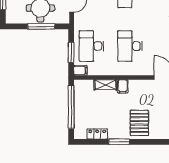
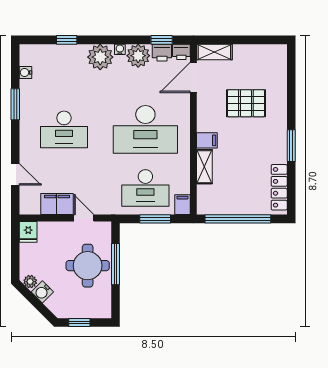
desk: (130, 46) -> (145, 129), width x1.36, depth x1.30
pallet: (139, 123) -> (246, 103), moved
locker: (97, 134) -> (279, 187), width x1.53

